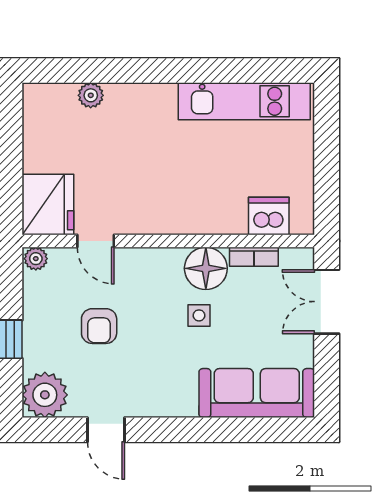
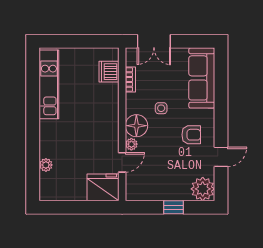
plant: (36, 259) -> (131, 144), moved
floor lamp: (206, 268) -> (136, 126), moved
armchair: (99, 326) -> (191, 135), moved

